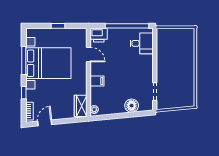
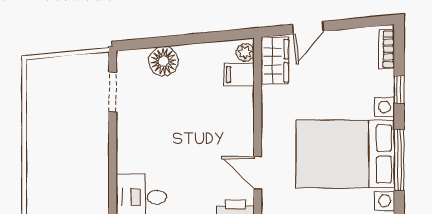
filing cabinet: (97, 81) -> (239, 74), moved
door: (45, 123) -> (308, 28), moved

